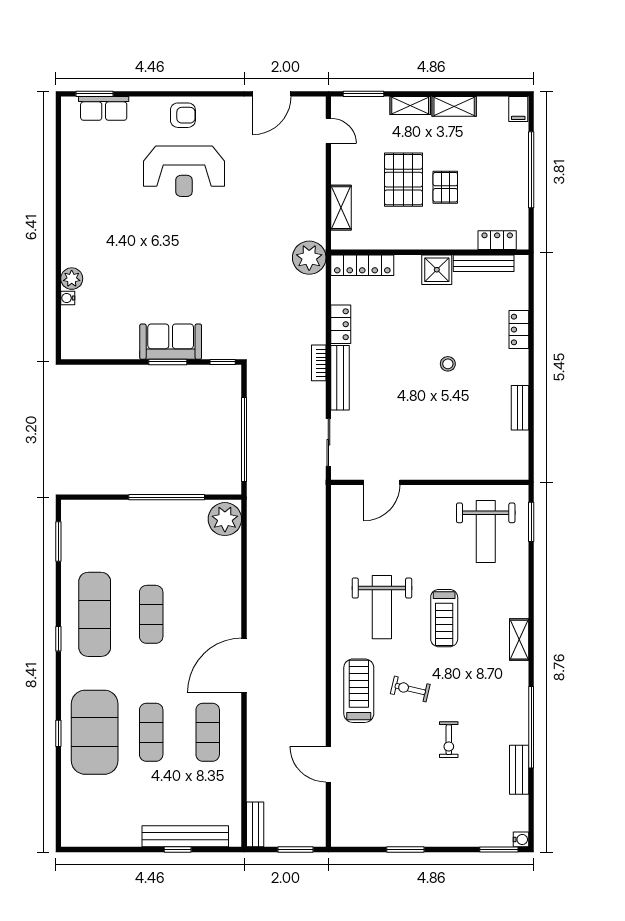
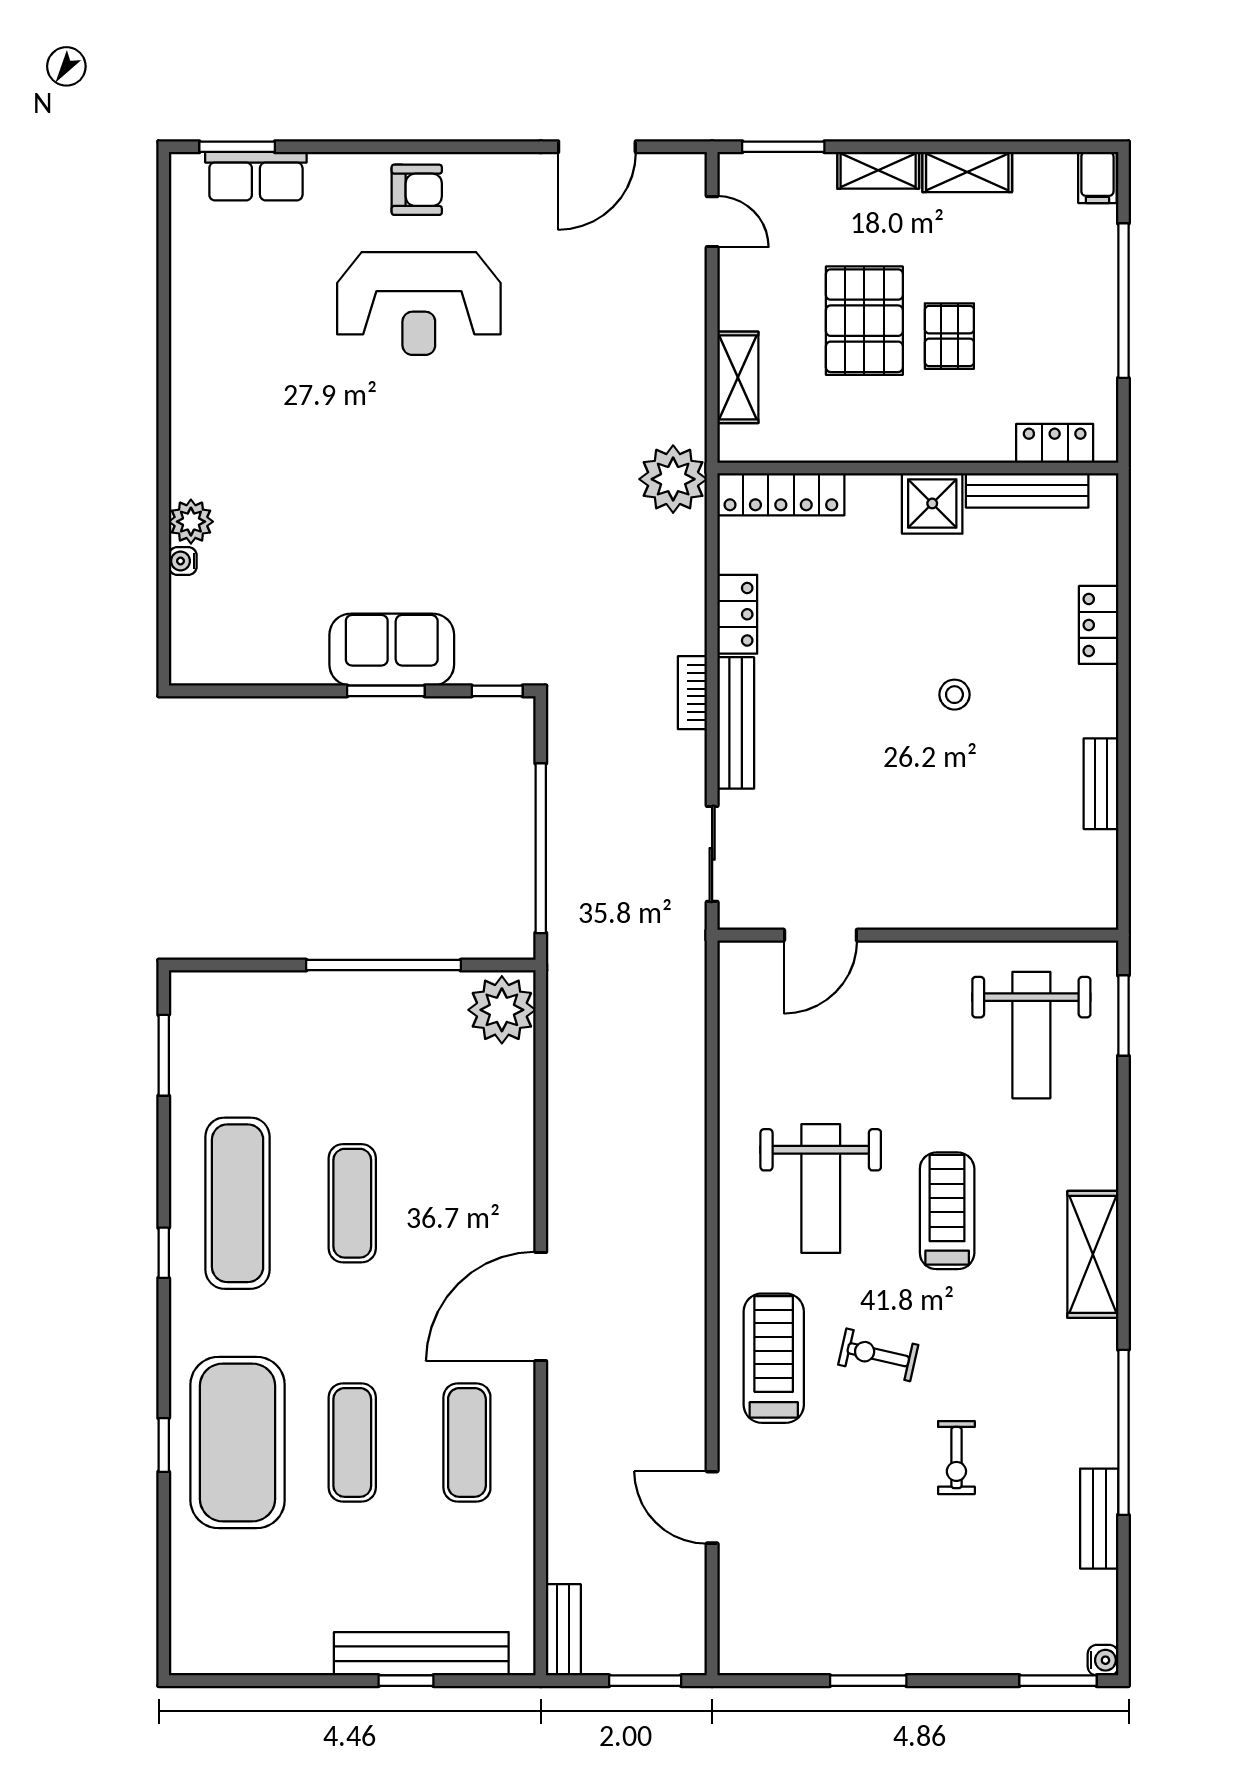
treadmill: (444, 618) -> (947, 1211), turned 180
shelving: (519, 640) -> (1093, 1254), width x1.50, depth x1.33

